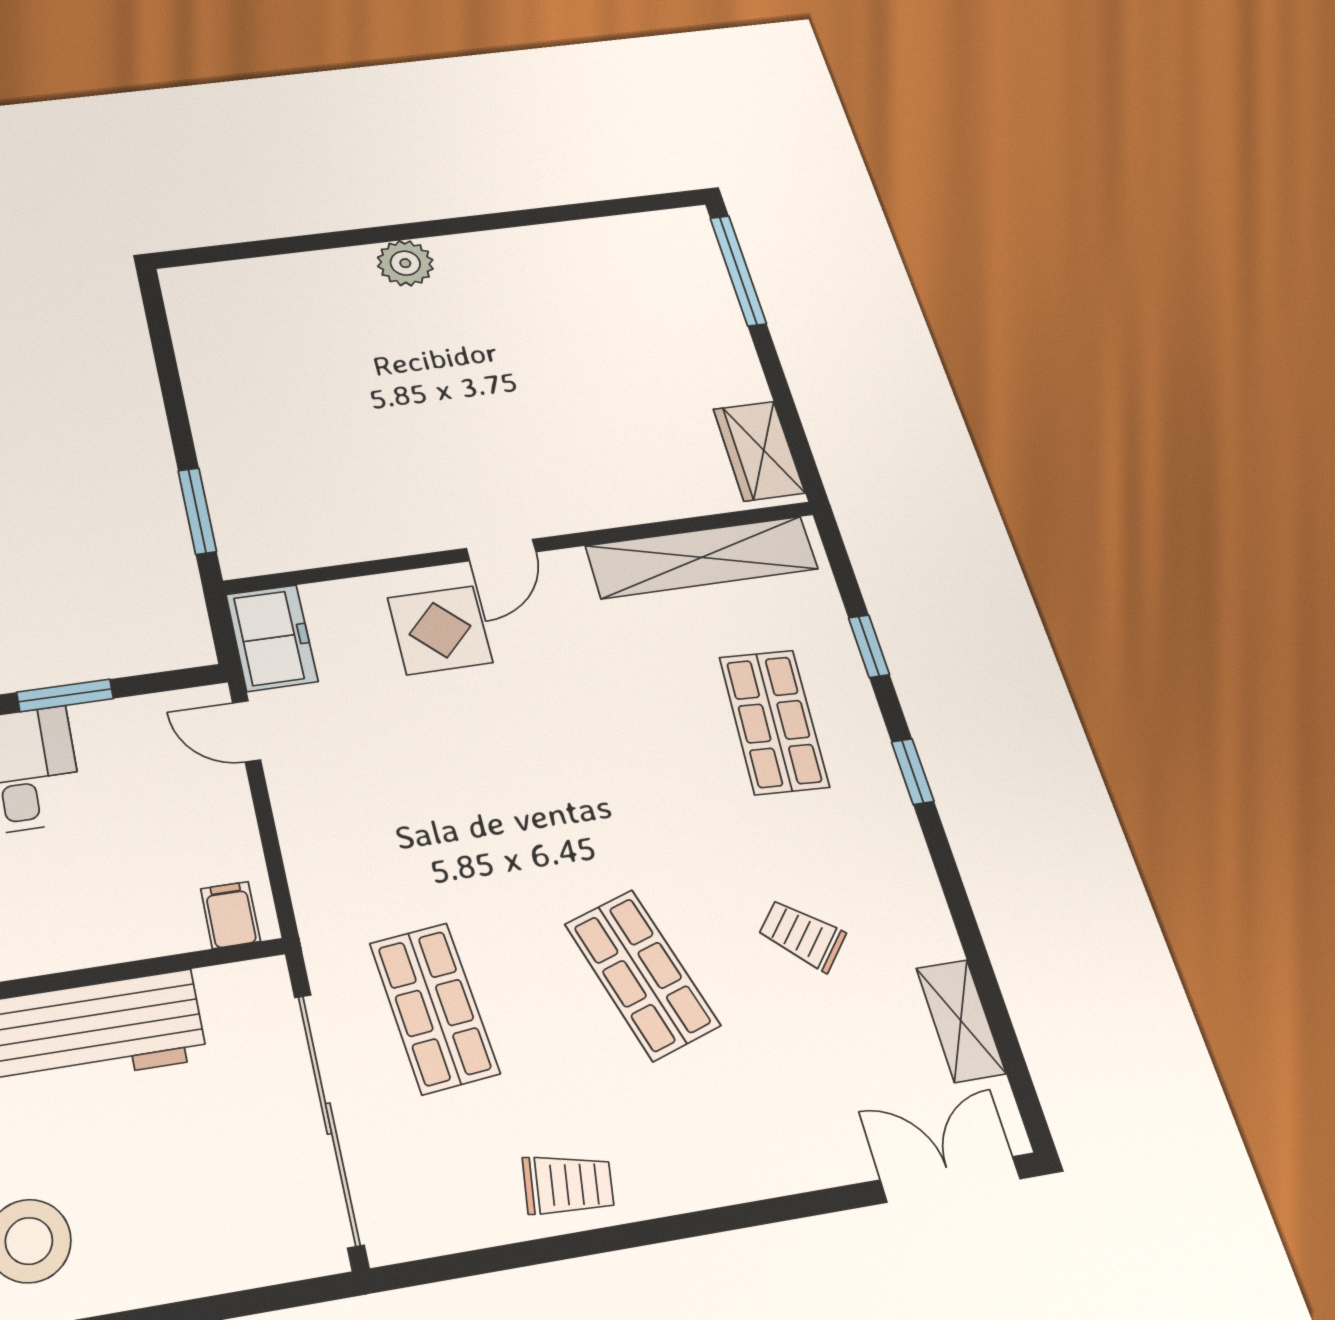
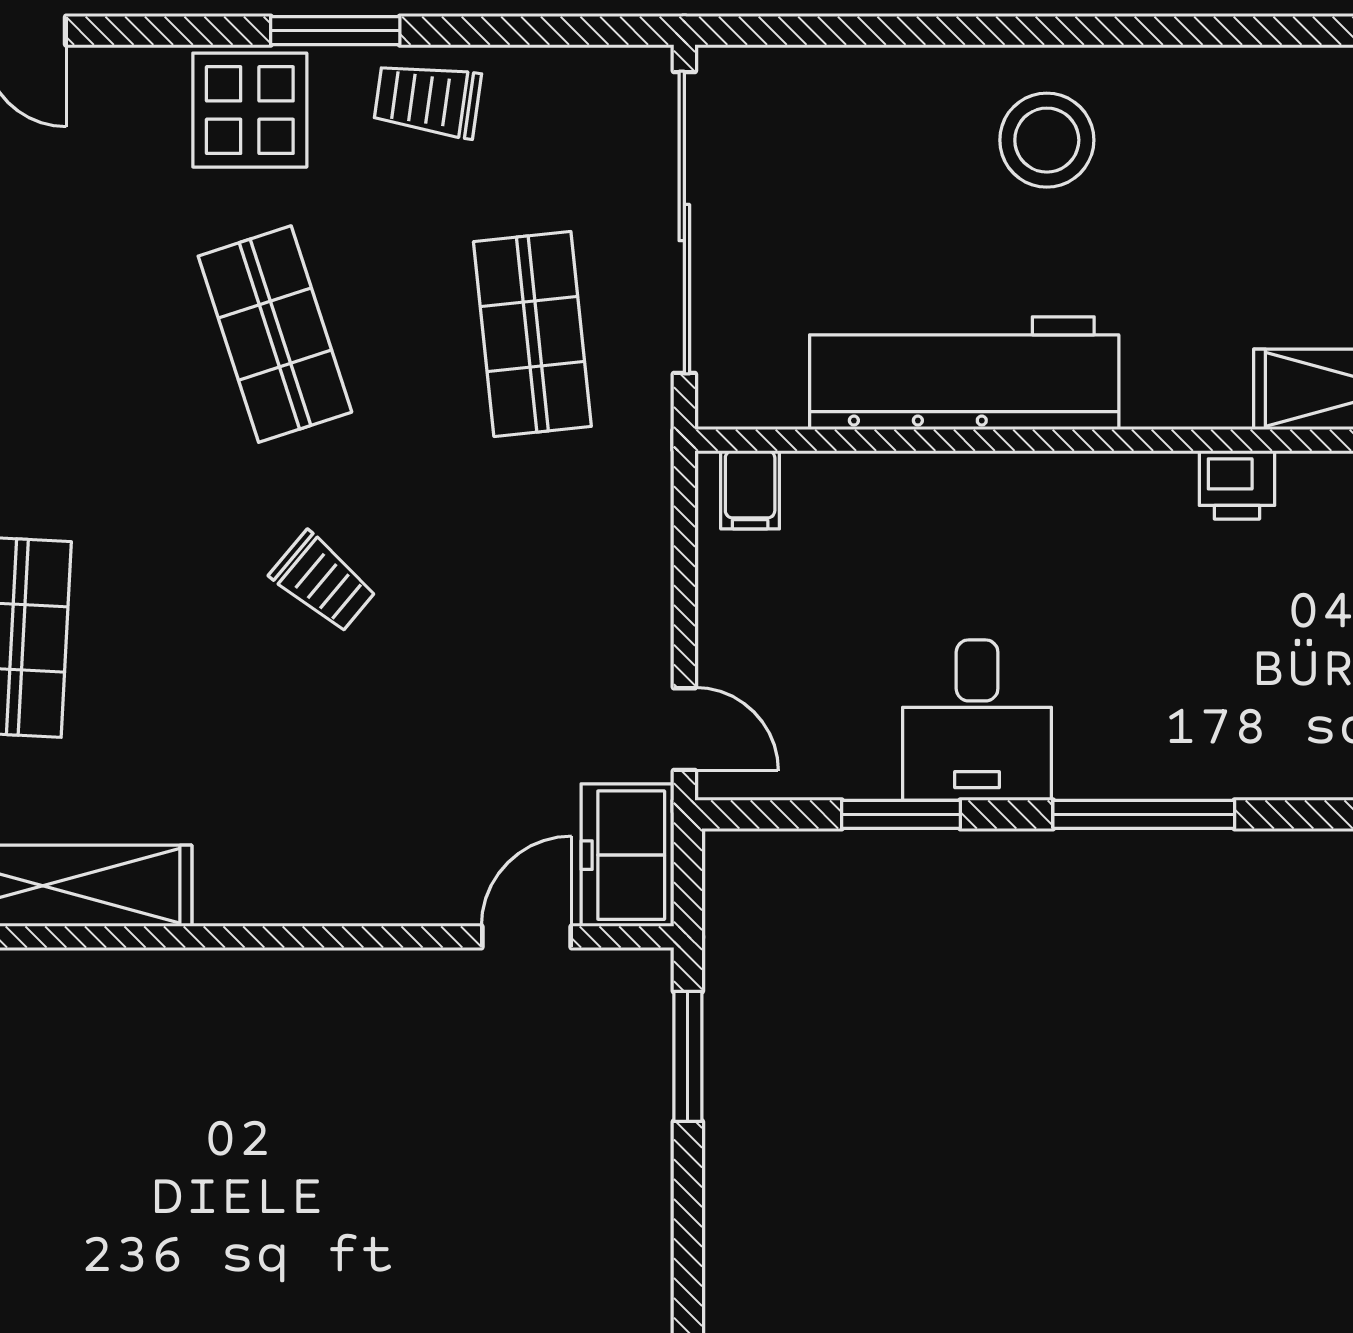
door: (501, 550) -> (526, 937), moved
display table: (440, 630) -> (250, 110), moved
trolley: (802, 935) -> (323, 582), moved
window: (661, 1230) -> (335, 31), added

